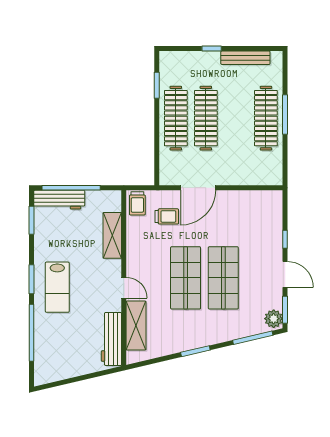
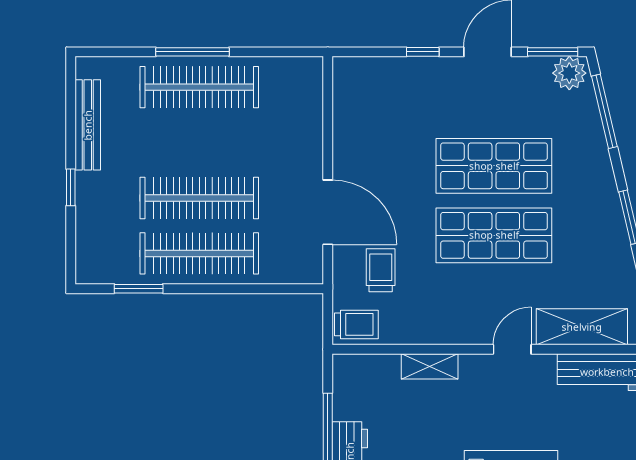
shelving: (112, 235) -> (430, 366), width x0.67, depth x0.75

